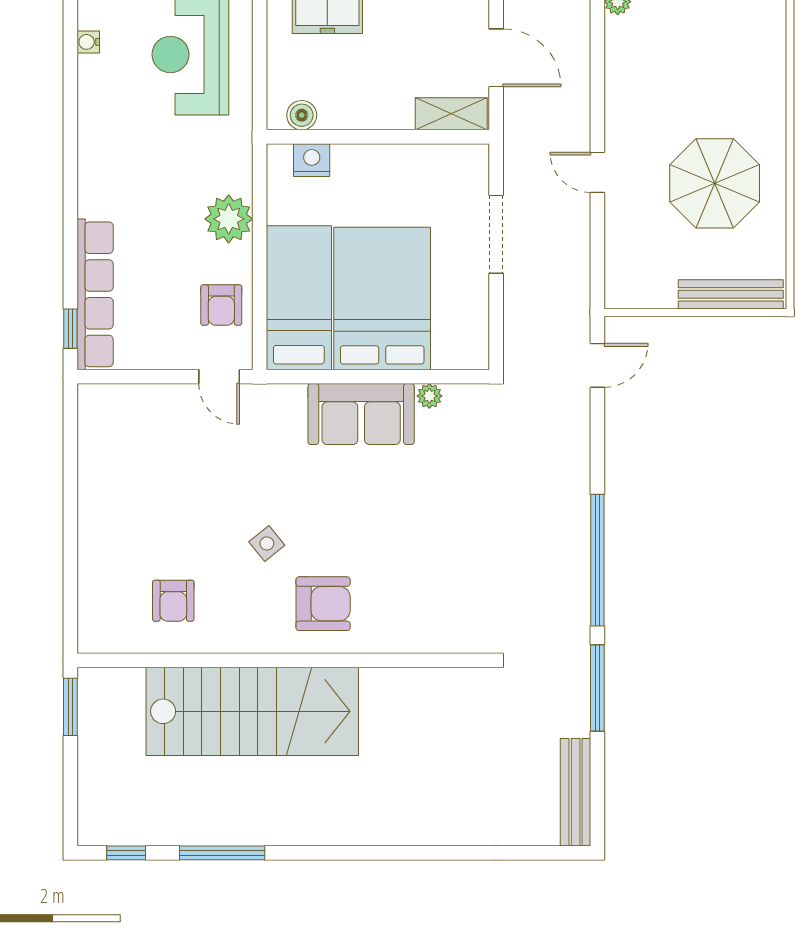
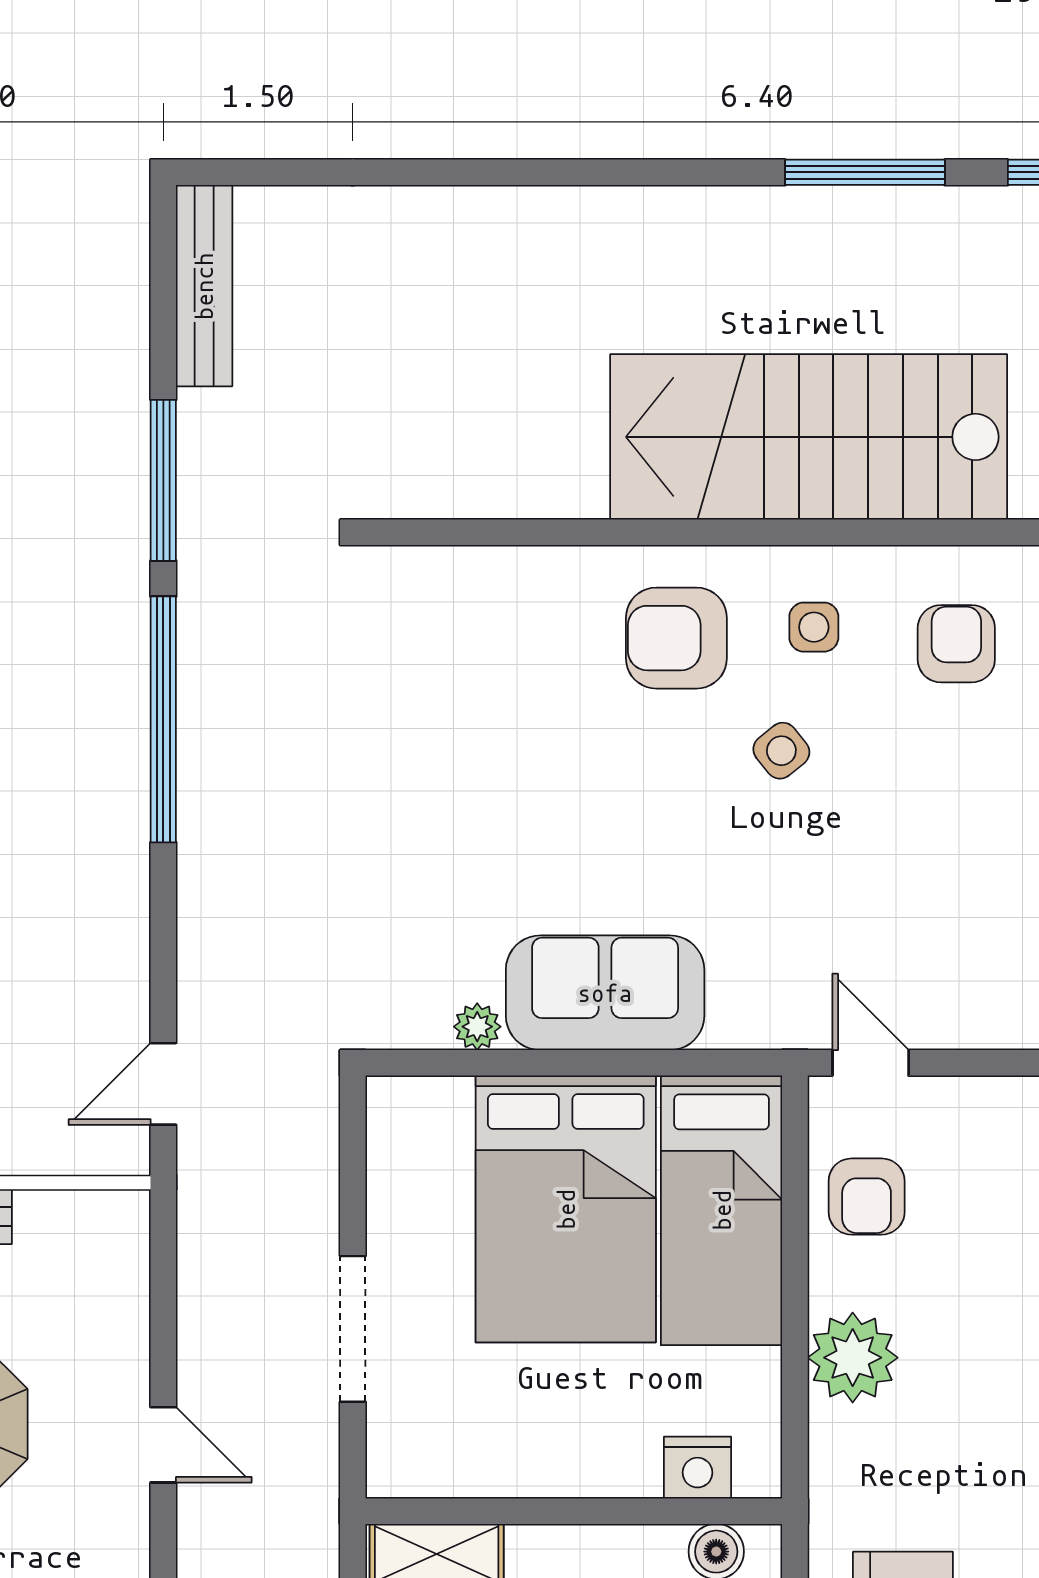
armchair: (221, 305) -> (867, 1197), turned 180
side table: (249, 610) -> (814, 627), added

